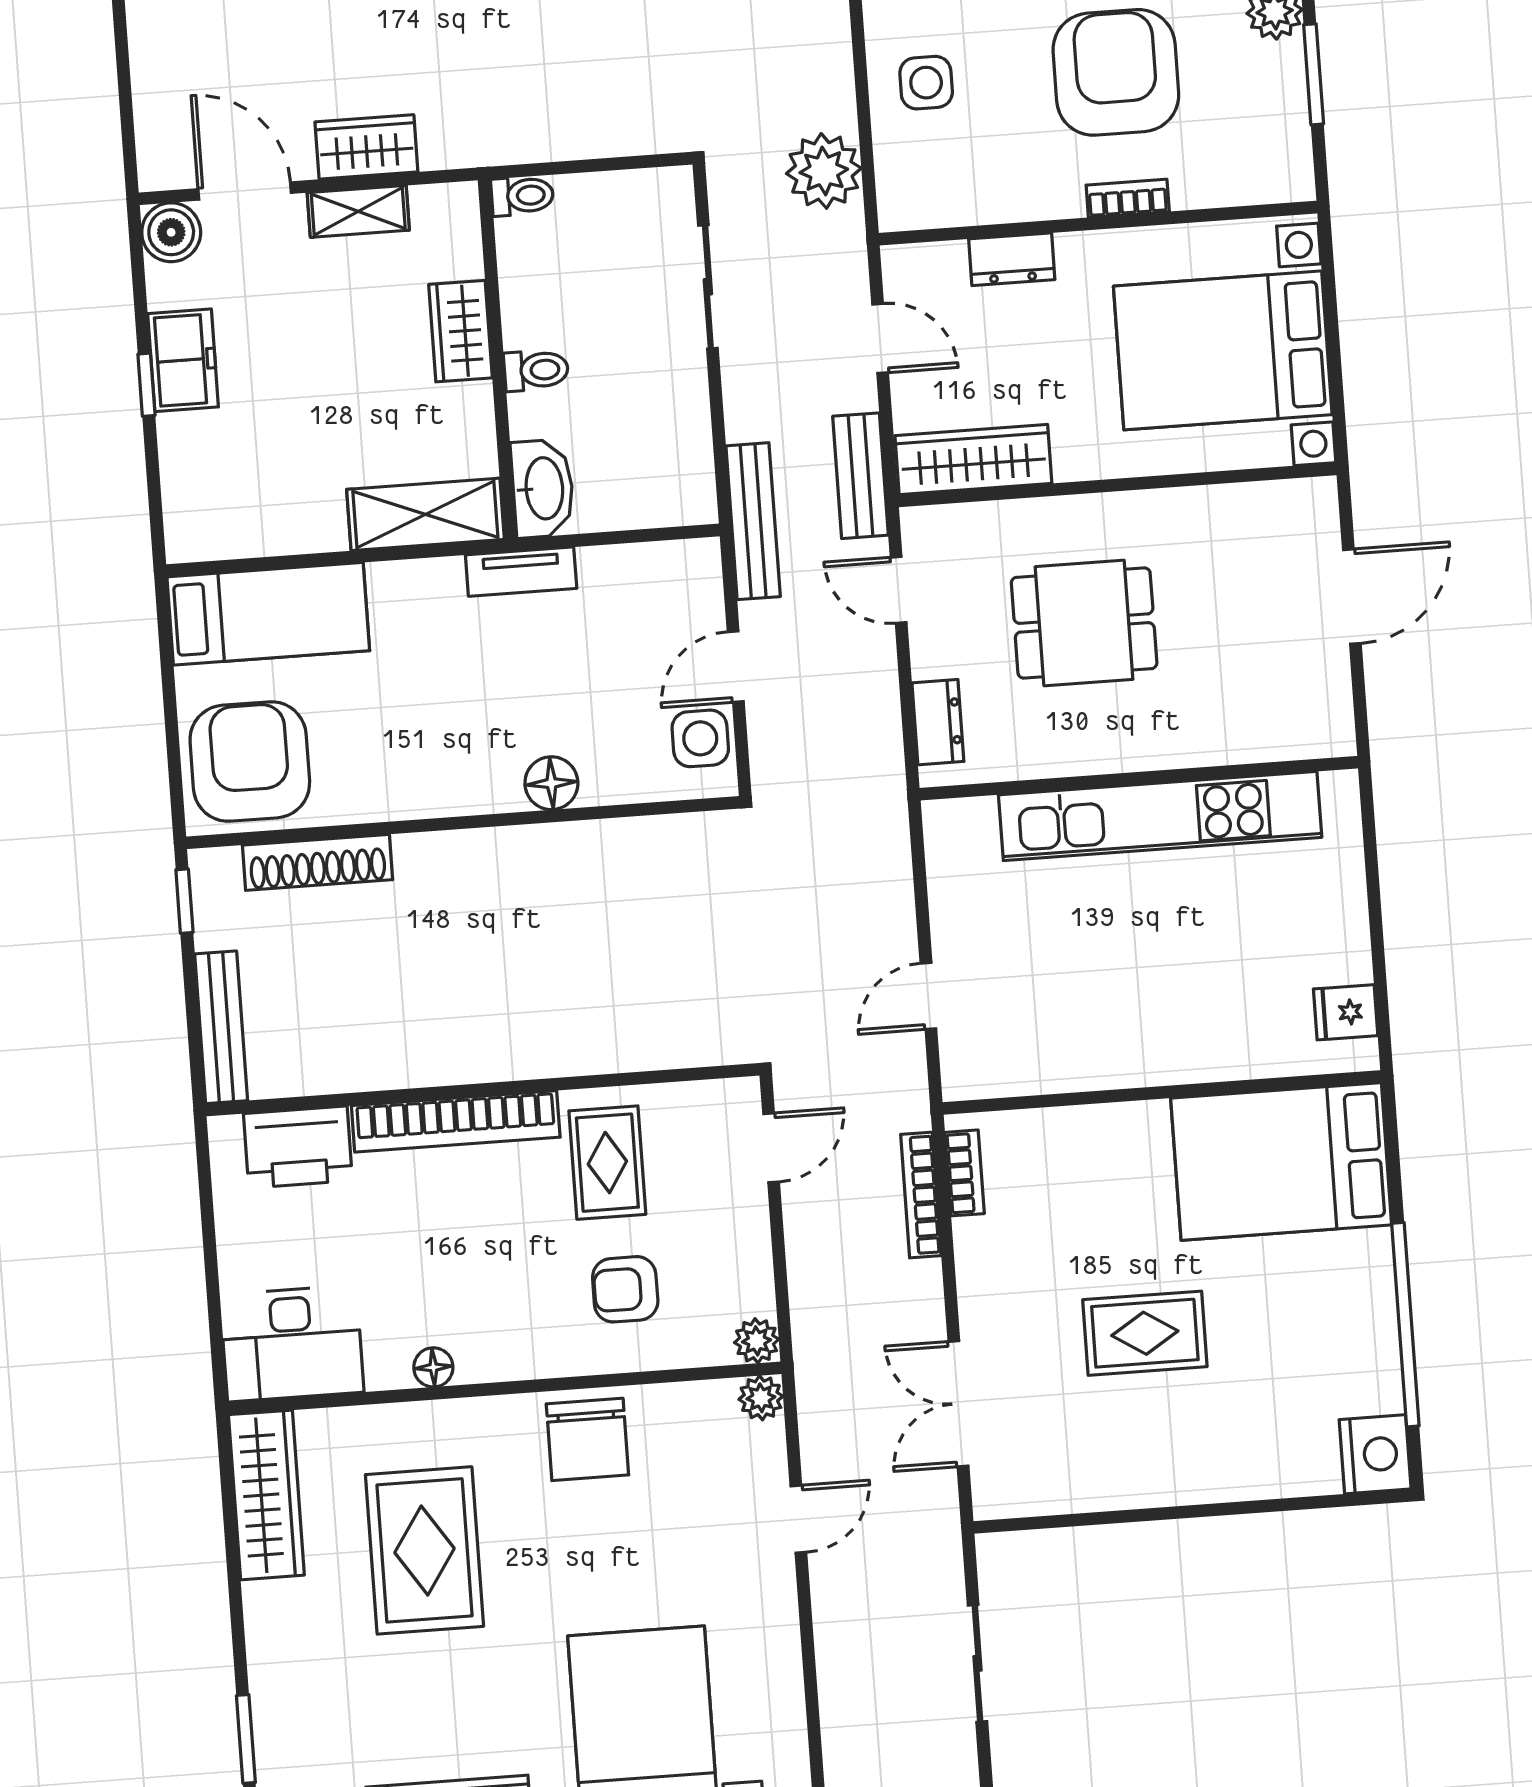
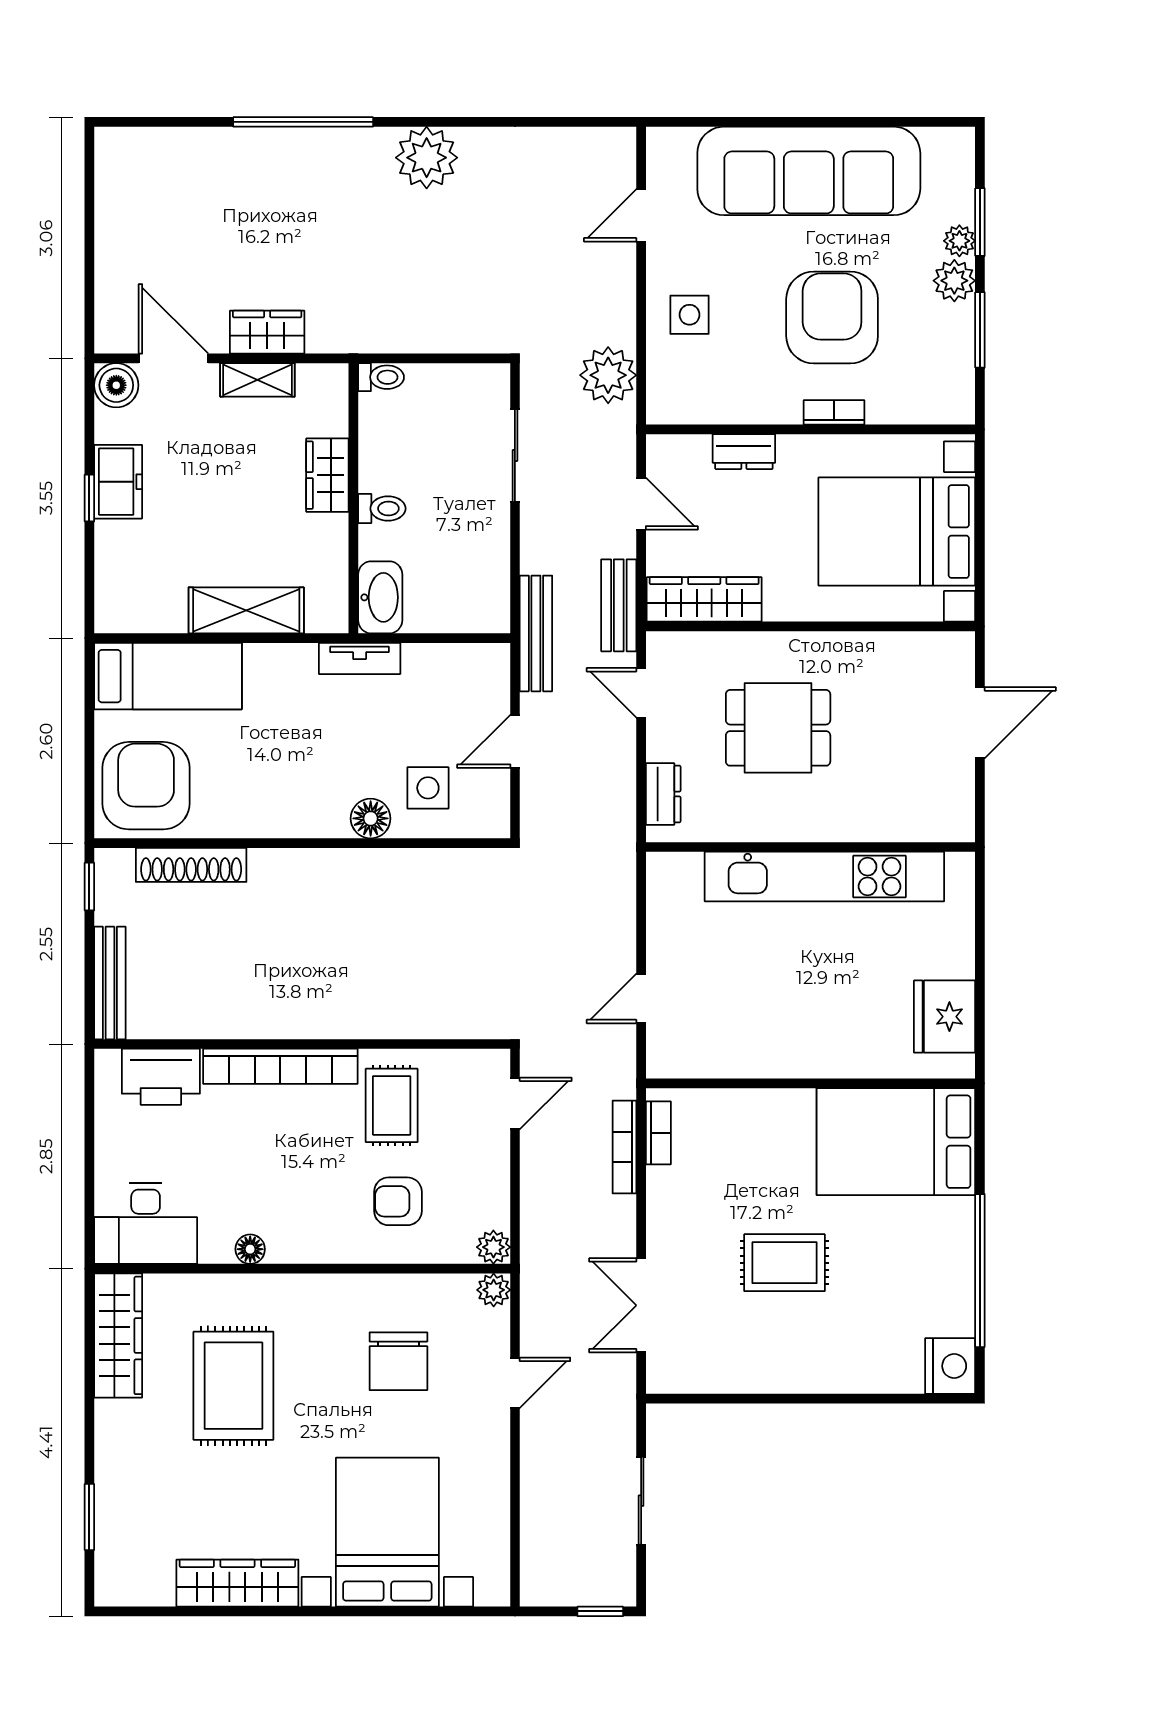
shelving: (425, 514) -> (246, 610), moved
side table: (700, 738) -> (428, 788), moved
fridge: (1346, 1012) -> (945, 1017), width x1.88, depth x1.34
chair: (587, 1439) -> (398, 1361), moved

